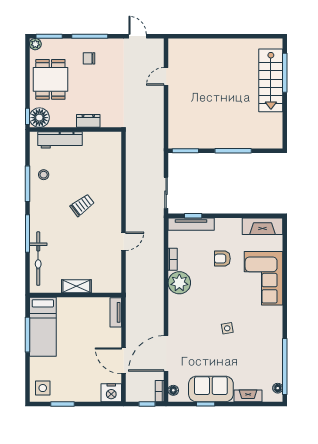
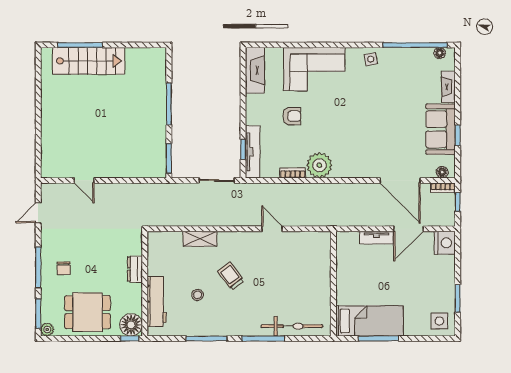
stool: (44, 175) -> (197, 295), moved
armchair: (222, 259) -> (292, 116), turned -90
shelving: (76, 286) -> (200, 239), moved, turned 90
tv unit: (116, 312) -> (376, 238), moved
side table: (227, 328) -> (371, 59), moved

